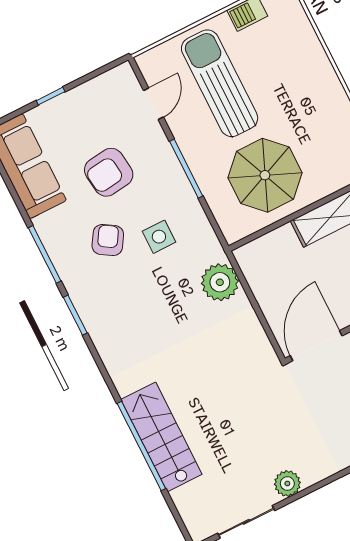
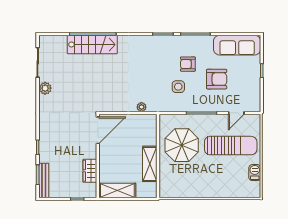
door: (153, 104) -> (236, 113), hinge flipped
armchair: (109, 172) -> (217, 79), turned 97
armchair: (108, 240) -> (188, 64), turned 148
plant: (220, 282) -> (141, 107), width x0.53, depth x0.53
door: (316, 346) -> (98, 130), hinge flipped

